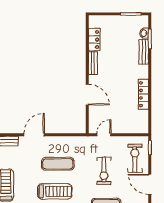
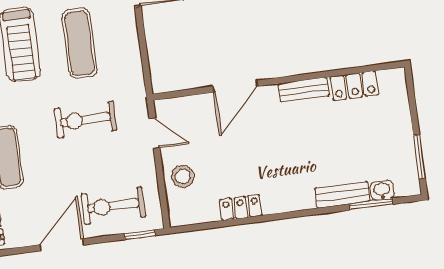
locker: (143, 94) -> (241, 208), width x0.66
stool: (126, 124) -> (183, 176), added
exercise bike: (135, 158) -> (113, 206), turned 180
exercise bike: (104, 171) -> (86, 120), moved

